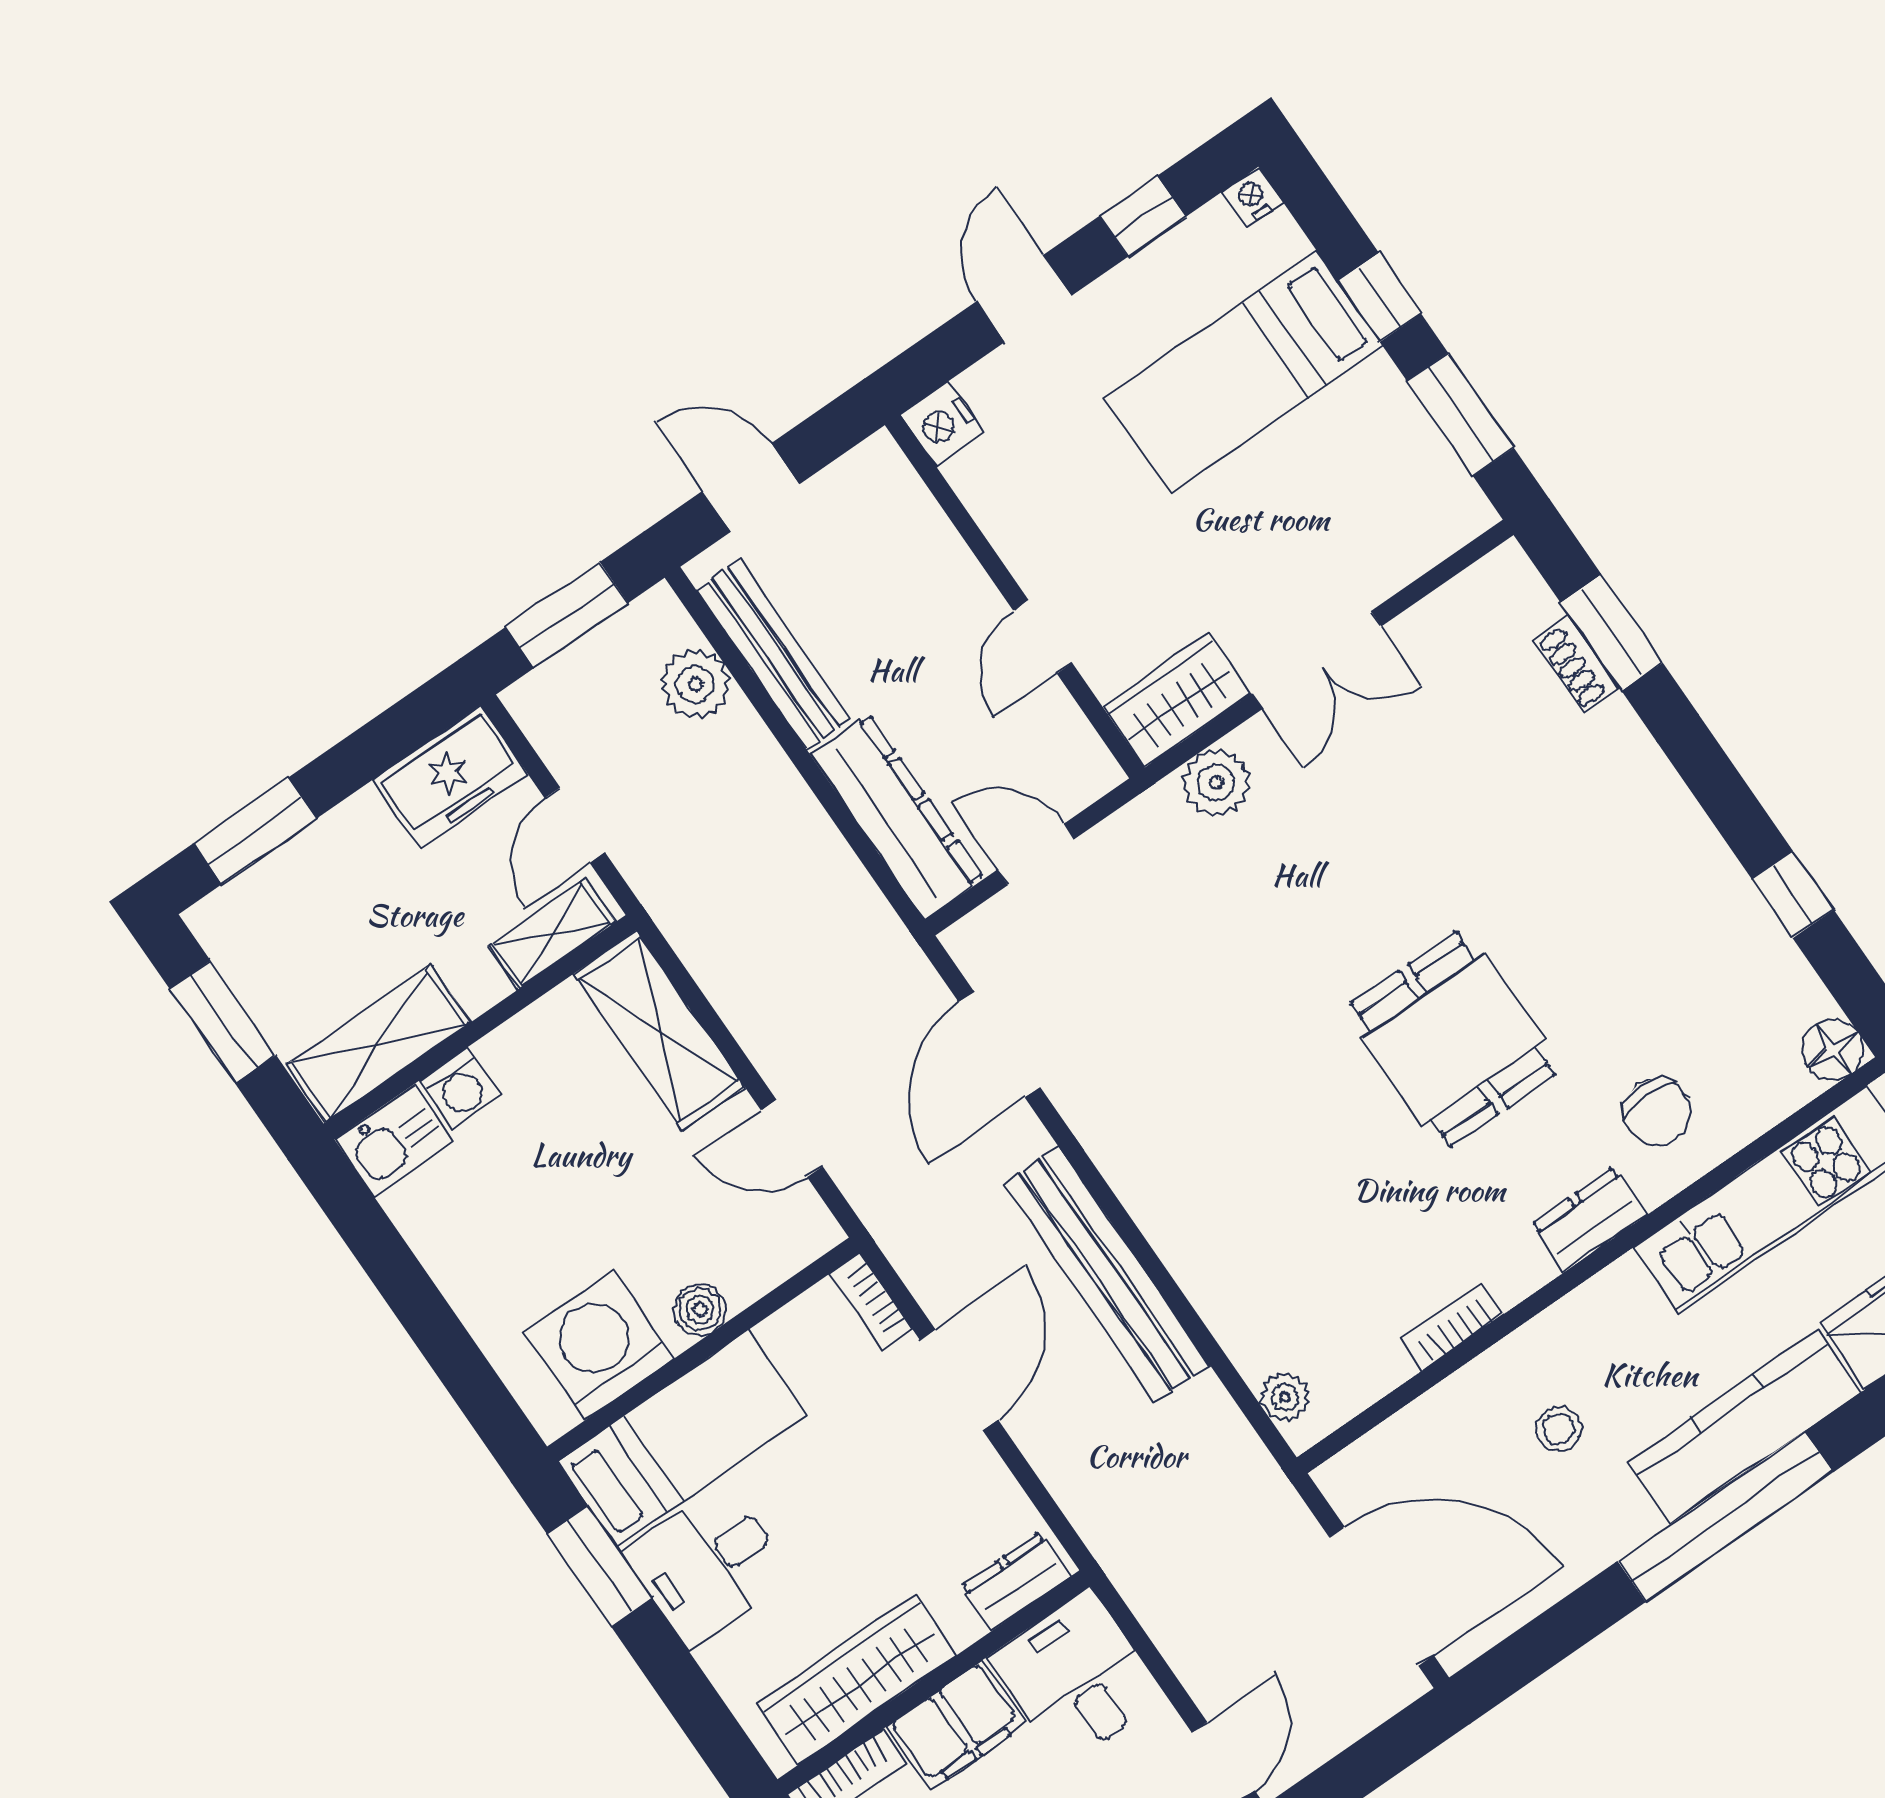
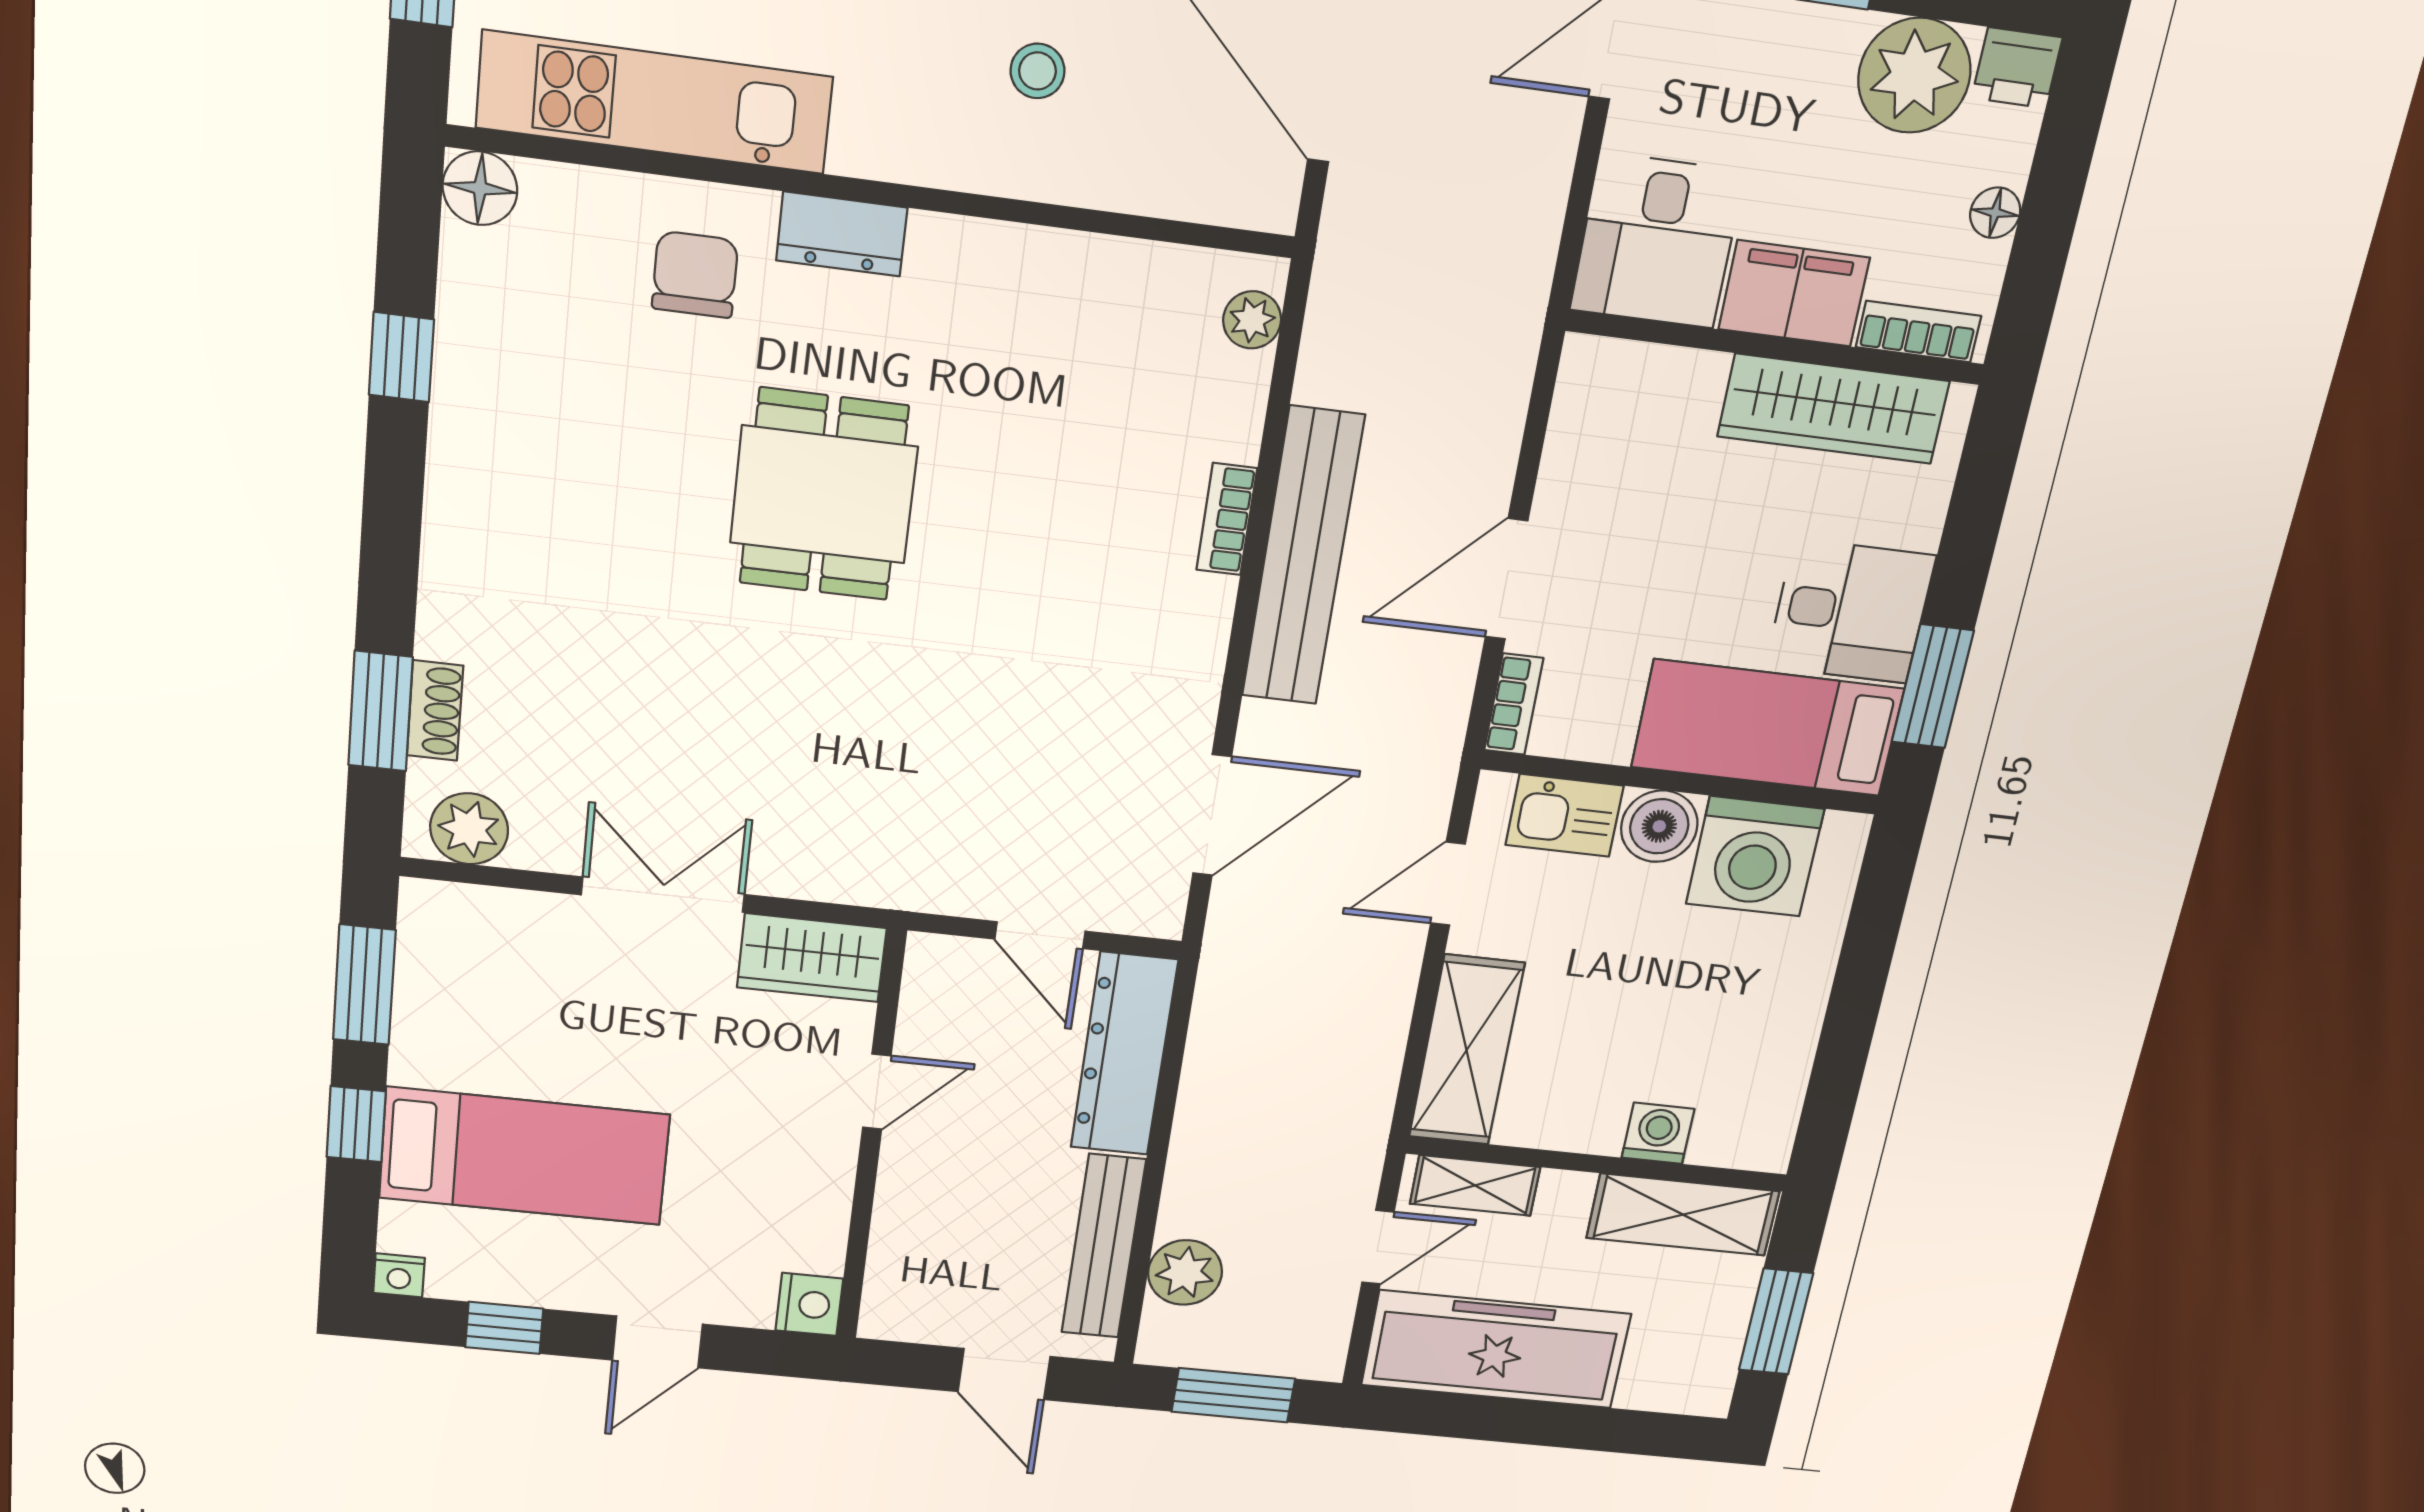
freezer: (451, 777) -> (1496, 1349), width x1.91, depth x1.26
plant: (1216, 782) -> (469, 829), moved
window: (255, 831) -> (1613, 1430), removed
door: (792, 1138) -> (1448, 884), swing flipped
kitchen sink: (395, 1140) -> (1565, 815), moved, turned 180
boiler: (700, 1309) -> (1659, 826), width x1.36, depth x1.36
bookcase: (1453, 1326) -> (1227, 519), moved, turned 90
dresser: (1016, 1581) -> (1626, 370), removed

